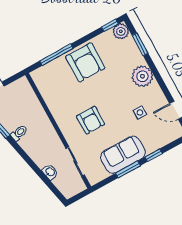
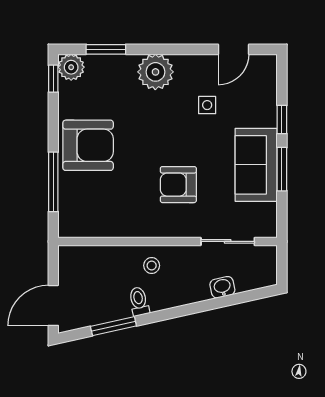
armchair: (91, 120) -> (178, 185), turned 180
stool: (41, 129) -> (152, 265), added

